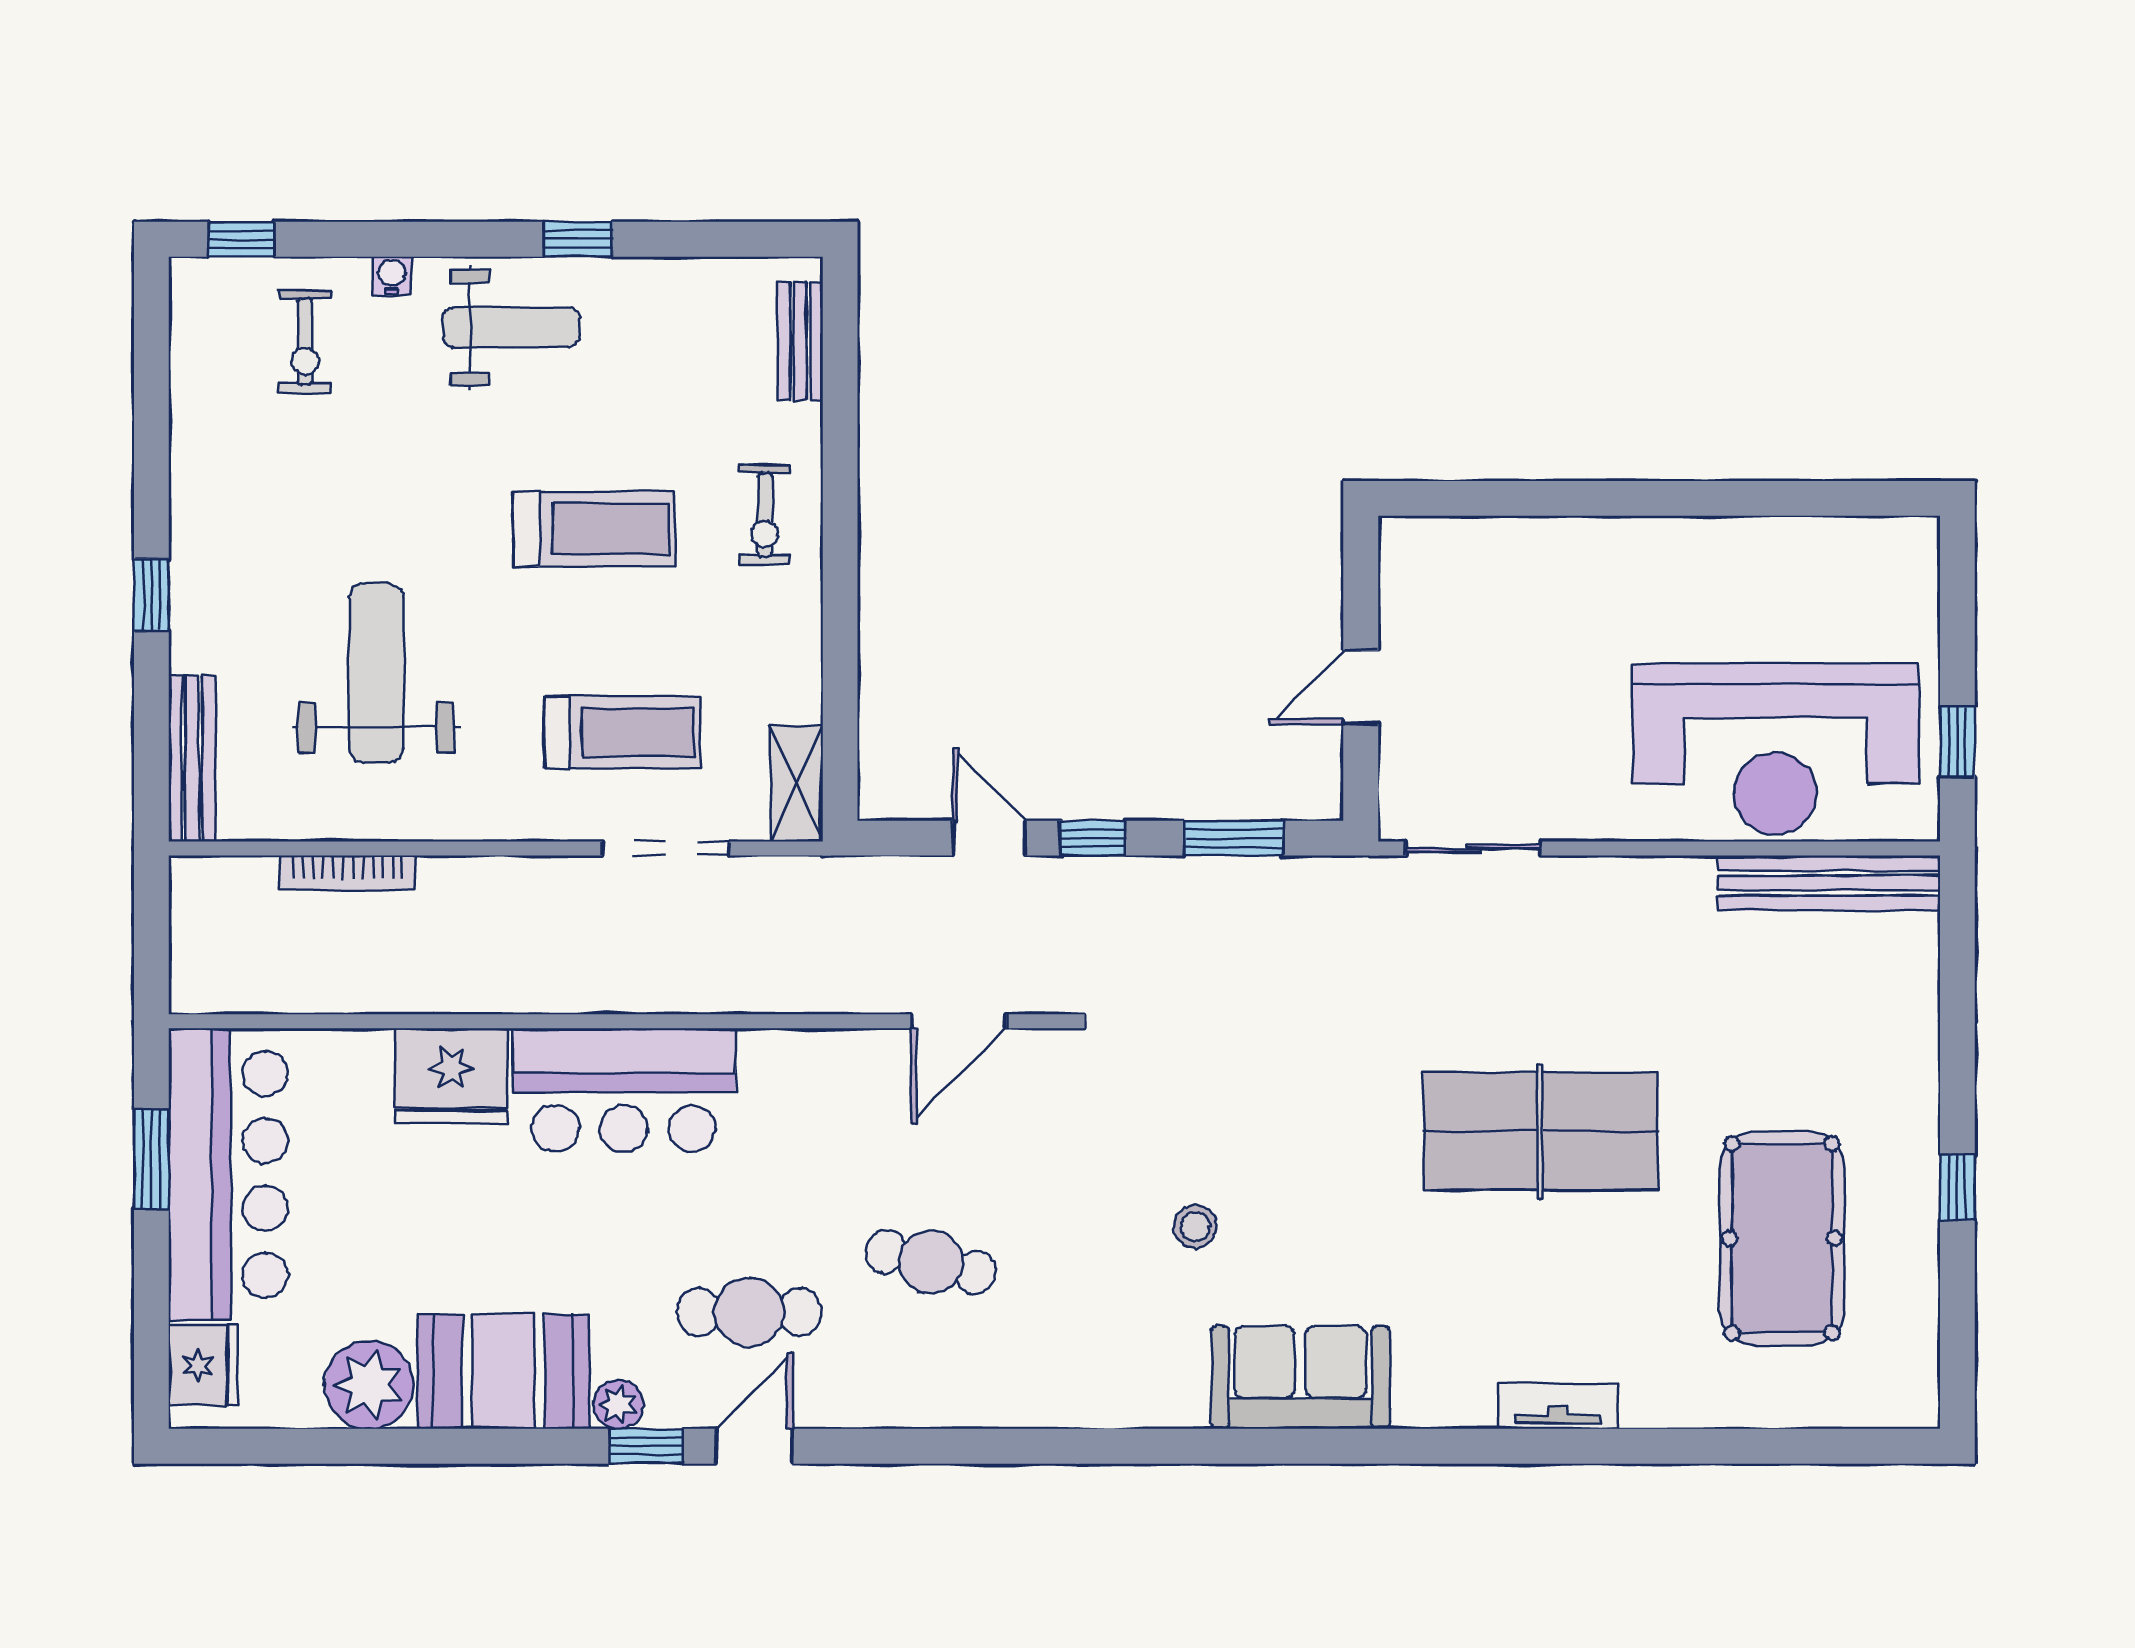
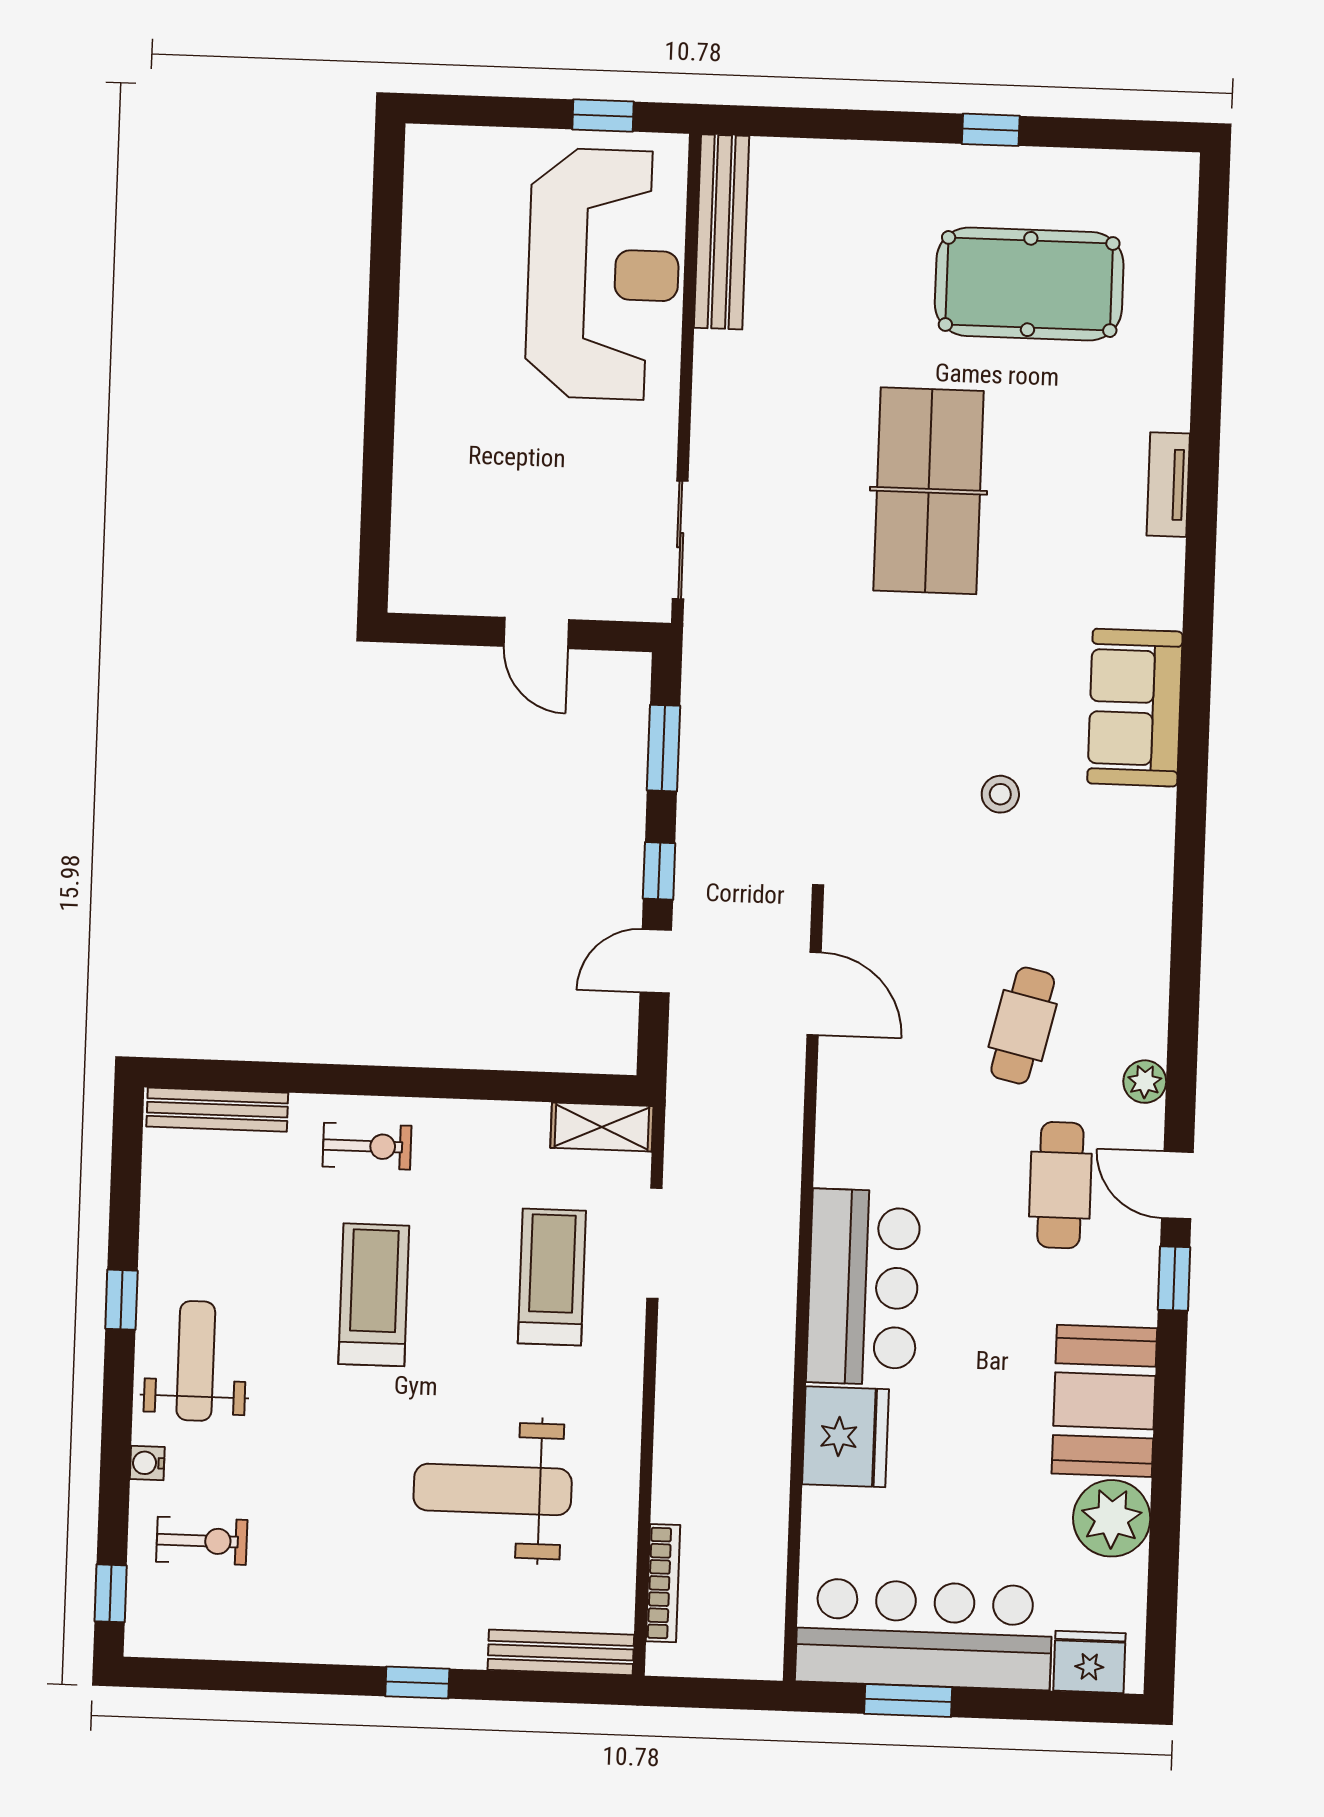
bench: (800, 341) -> (217, 1110), width x1.36
bookcase: (348, 873) -> (663, 1583), moved
plant: (618, 1404) -> (1145, 1082), moved

